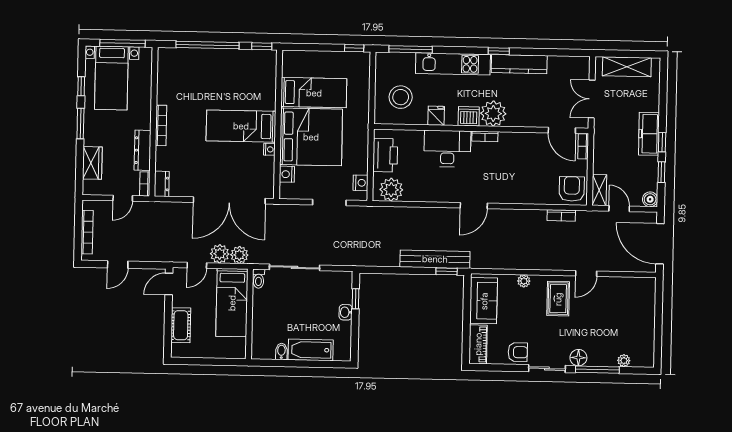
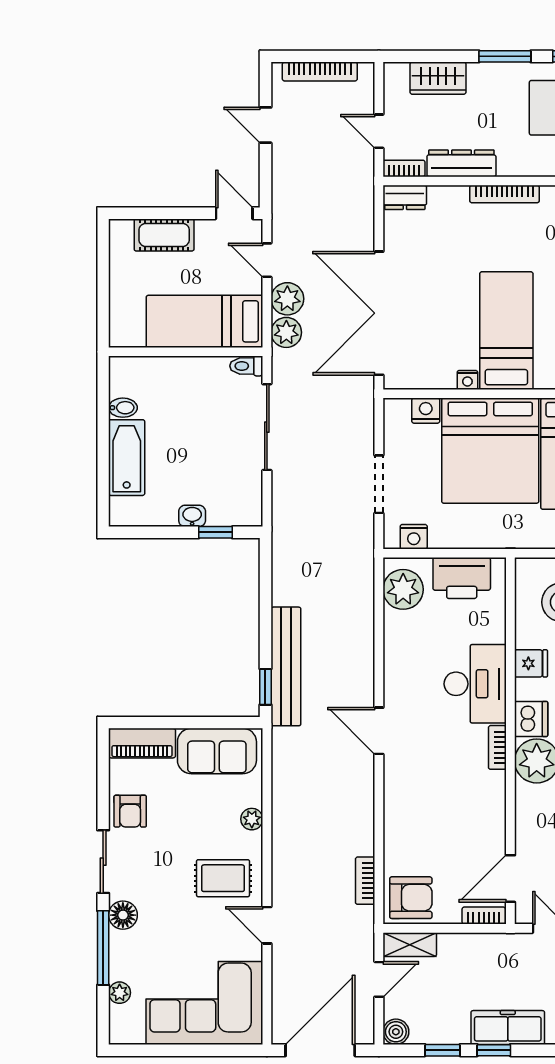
corner sofa: (631, 311) -> (204, 1003), added

